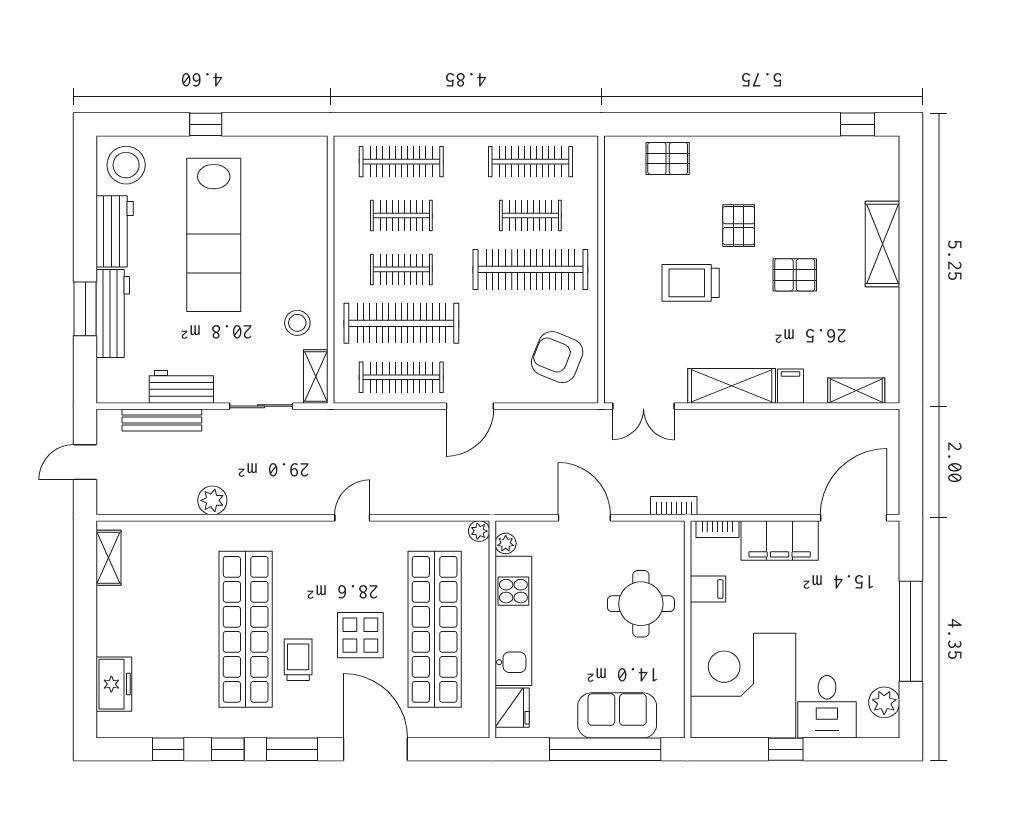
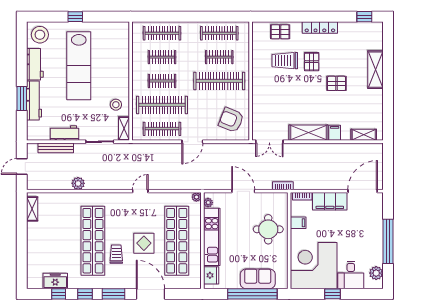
locker: (757, 149) -> (320, 27), added
trolley: (691, 283) -> (285, 61), moved
freezer: (114, 684) -> (55, 281), moved, turned -90

